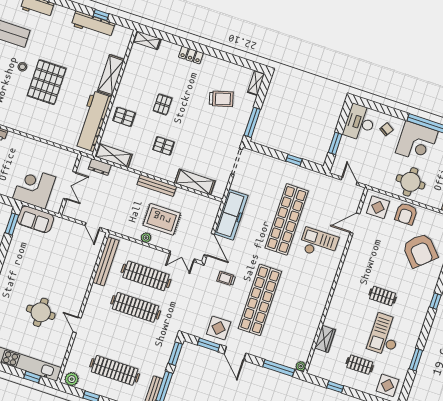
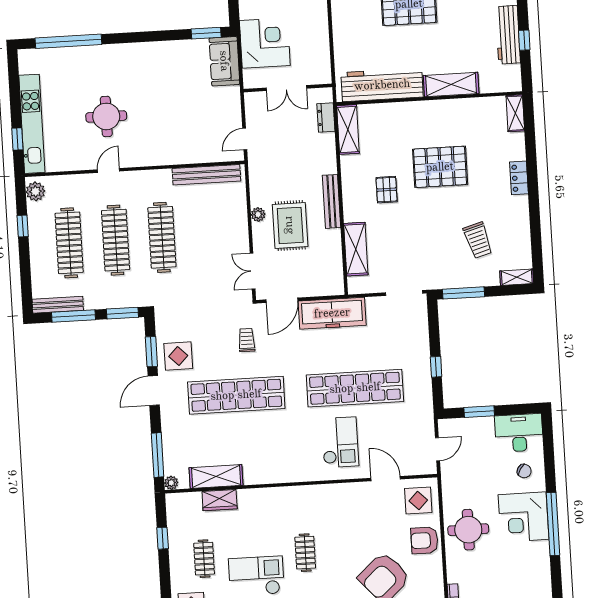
pallet: (163, 104) -> (440, 167), width x2.05, depth x2.00
pallet: (124, 117) -> (404, 123), removed
clothes rail: (146, 276) -> (116, 240), moved
shelving: (308, 335) -> (216, 476), added

